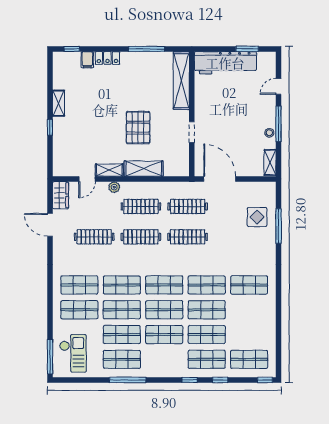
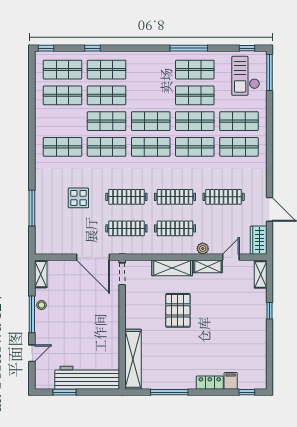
shelving: (59, 103) -> (261, 275), moved
doorway: (192, 132) -> (122, 274), moved
display table: (257, 217) -> (78, 198), moved
shop shelf: (164, 335) -> (62, 95), moved
window: (190, 380) -> (247, 48), moved

